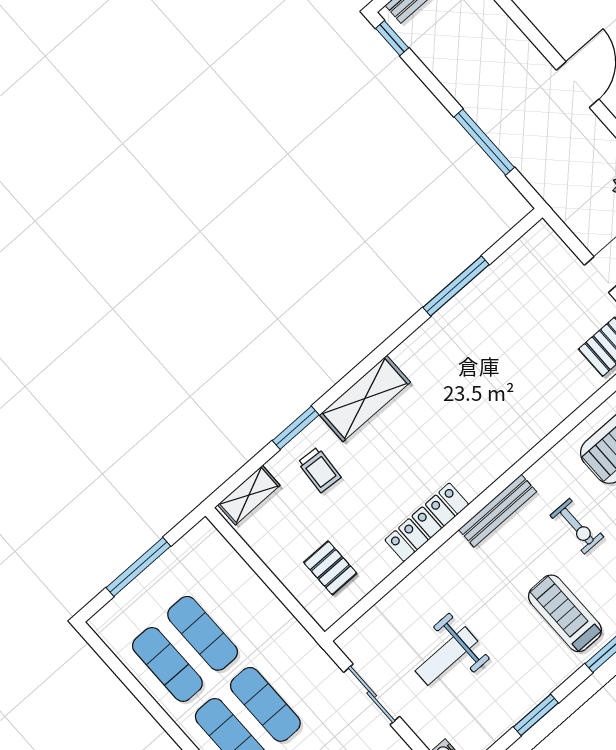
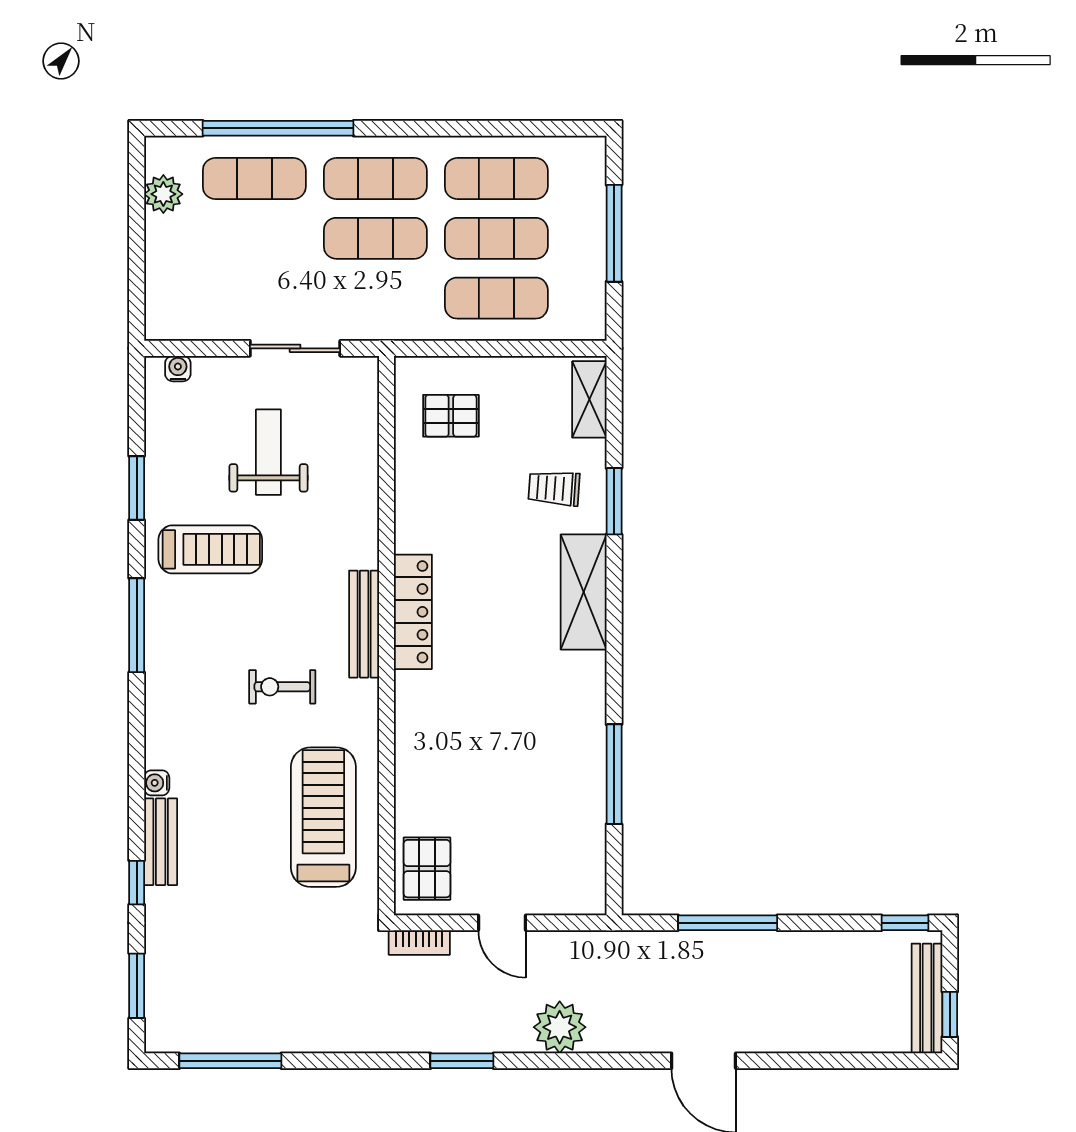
locker: (427, 522) -> (413, 612), moved
exercise mat: (238, 602) -> (496, 298), added
treadmill: (565, 613) -> (210, 549), moved

